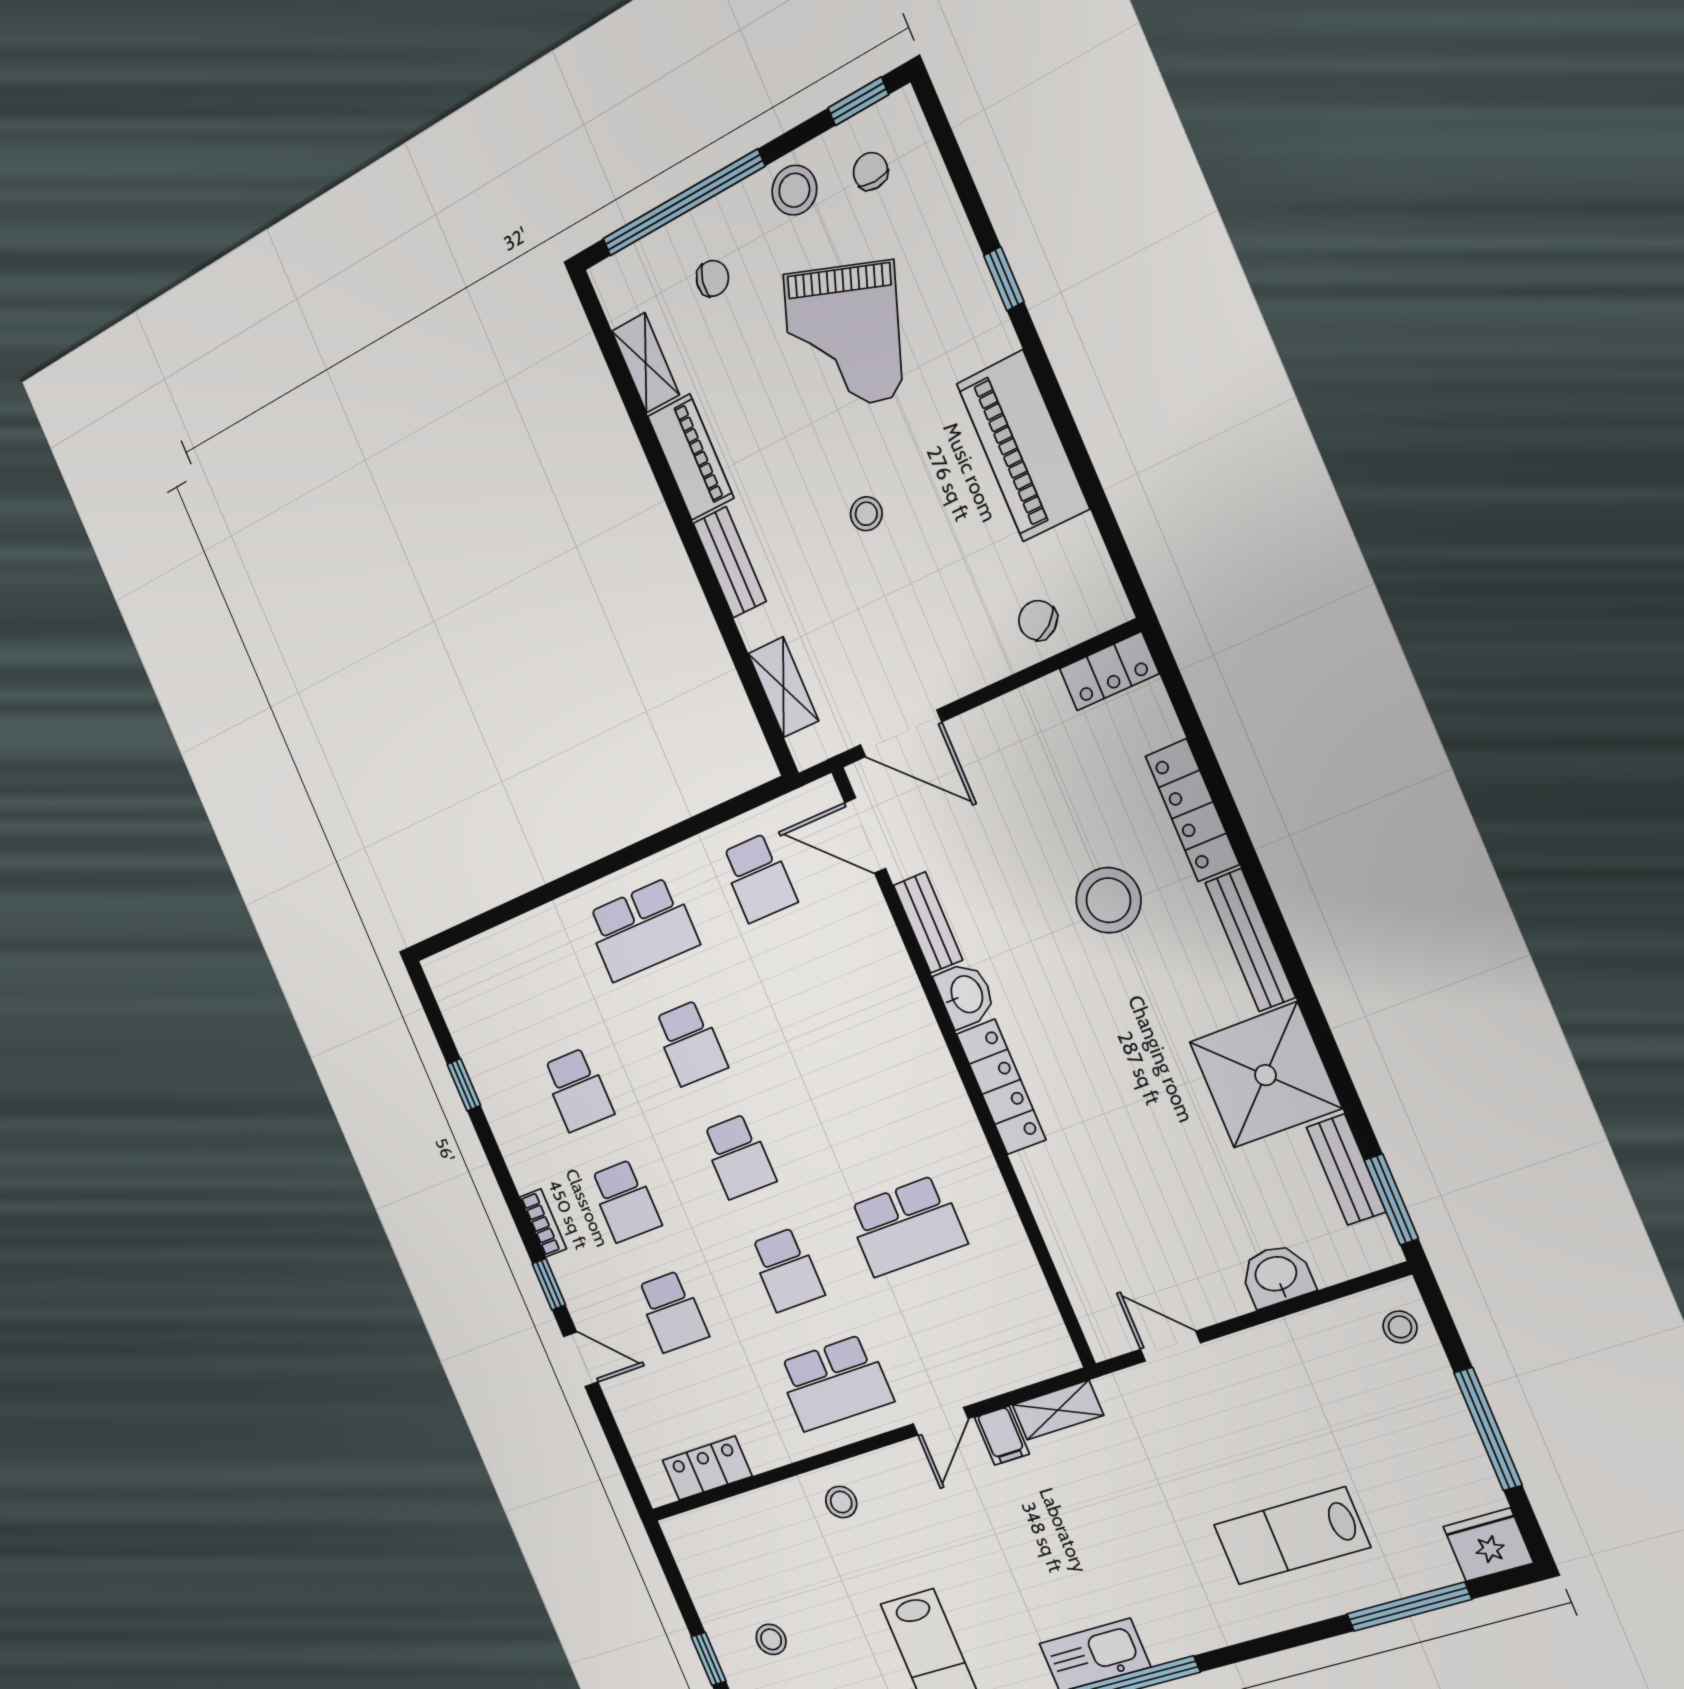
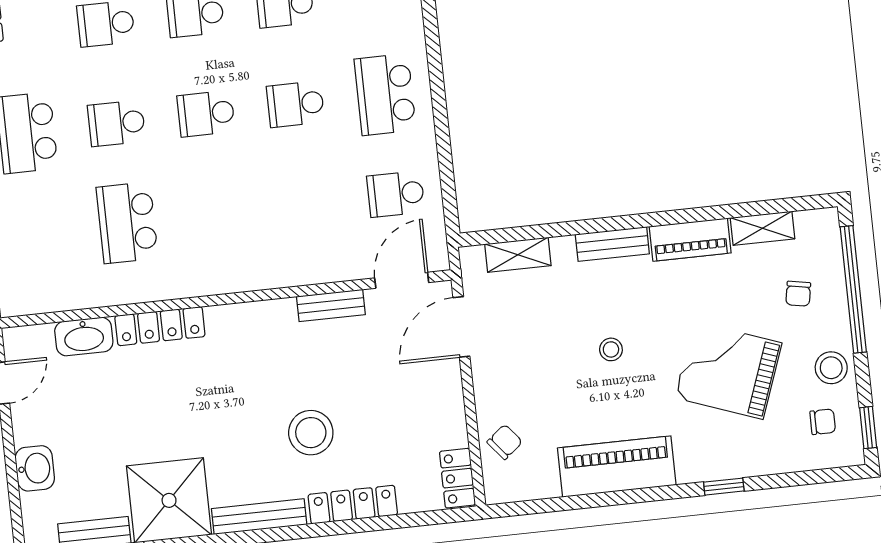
washbasin: (966, 995) -> (84, 337), moved, width x1.38
locker: (1001, 1087) -> (160, 326), moved

